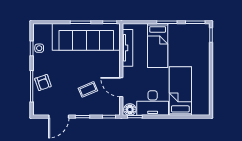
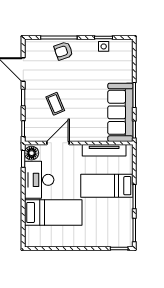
sofa: (86, 37) -> (120, 112), width x0.74, depth x0.79

